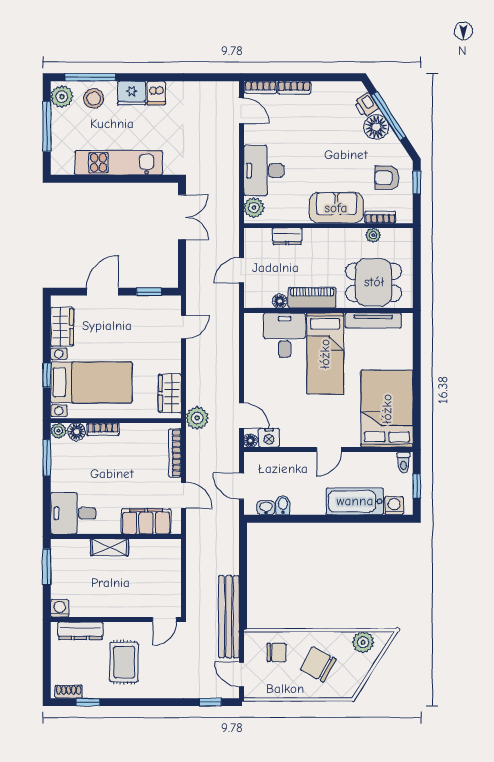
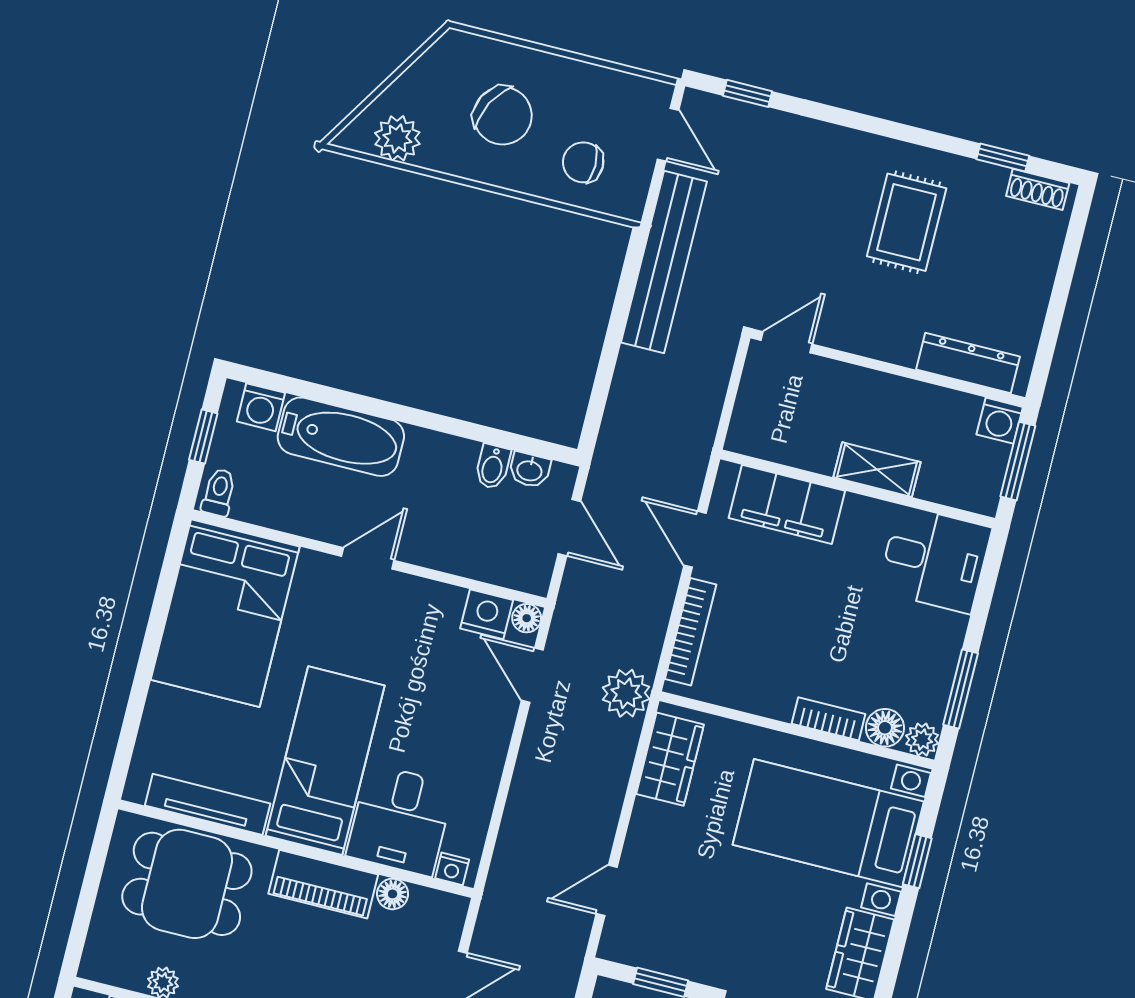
nightstand: (256, 319) -> (452, 869), added
washing machine: (60, 608) -> (1000, 421), moved
wall: (116, 619) -> (888, 368), moved
door: (165, 619) -> (787, 342), moved
dresser: (80, 631) -> (968, 363), moved

